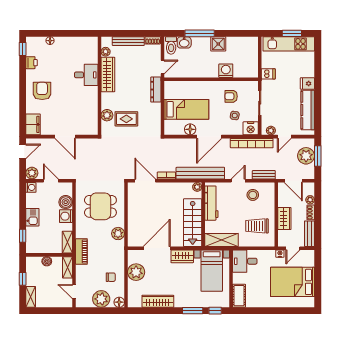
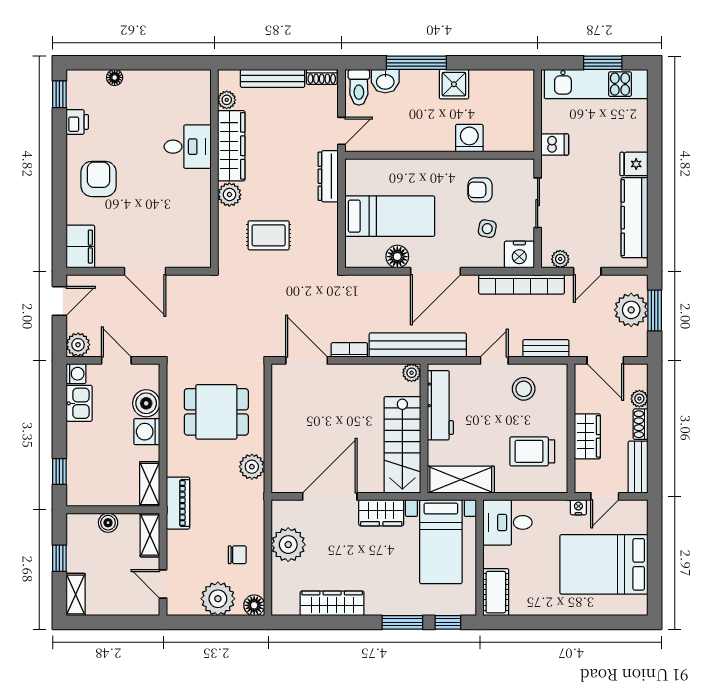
plant: (107, 115) -> (229, 195), moved
kitchen sink: (32, 217) -> (79, 403), moved

